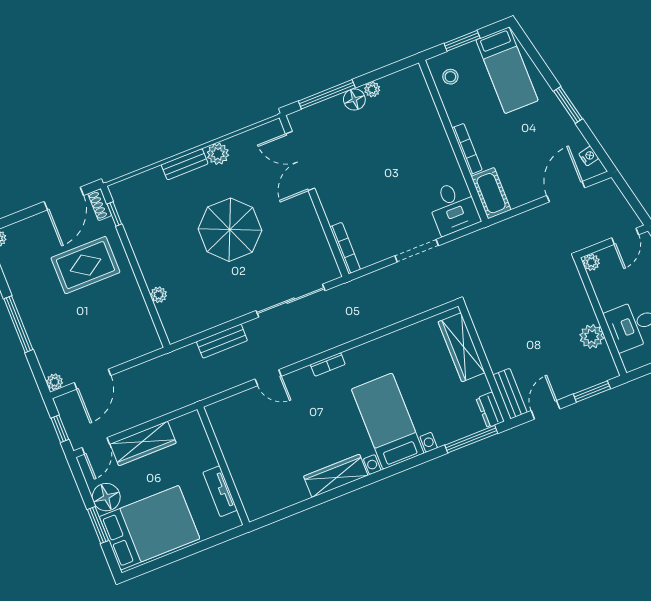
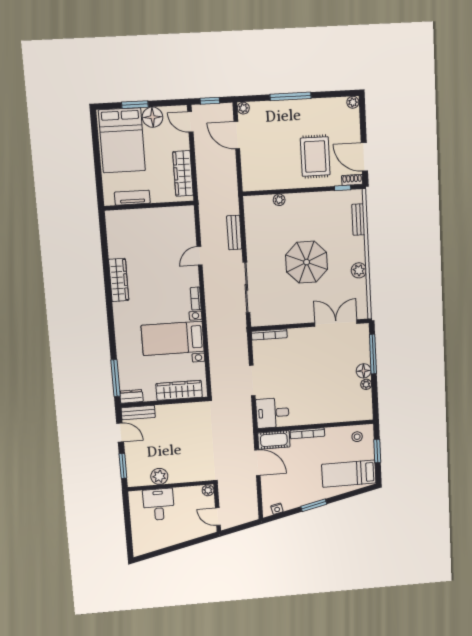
bench: (185, 164) -> (358, 220), moved
door: (566, 192) -> (257, 463), moved
bed with nightstands: (388, 421) -> (173, 338), moved, turned 180
wardrobe: (143, 443) -> (183, 173), moved

